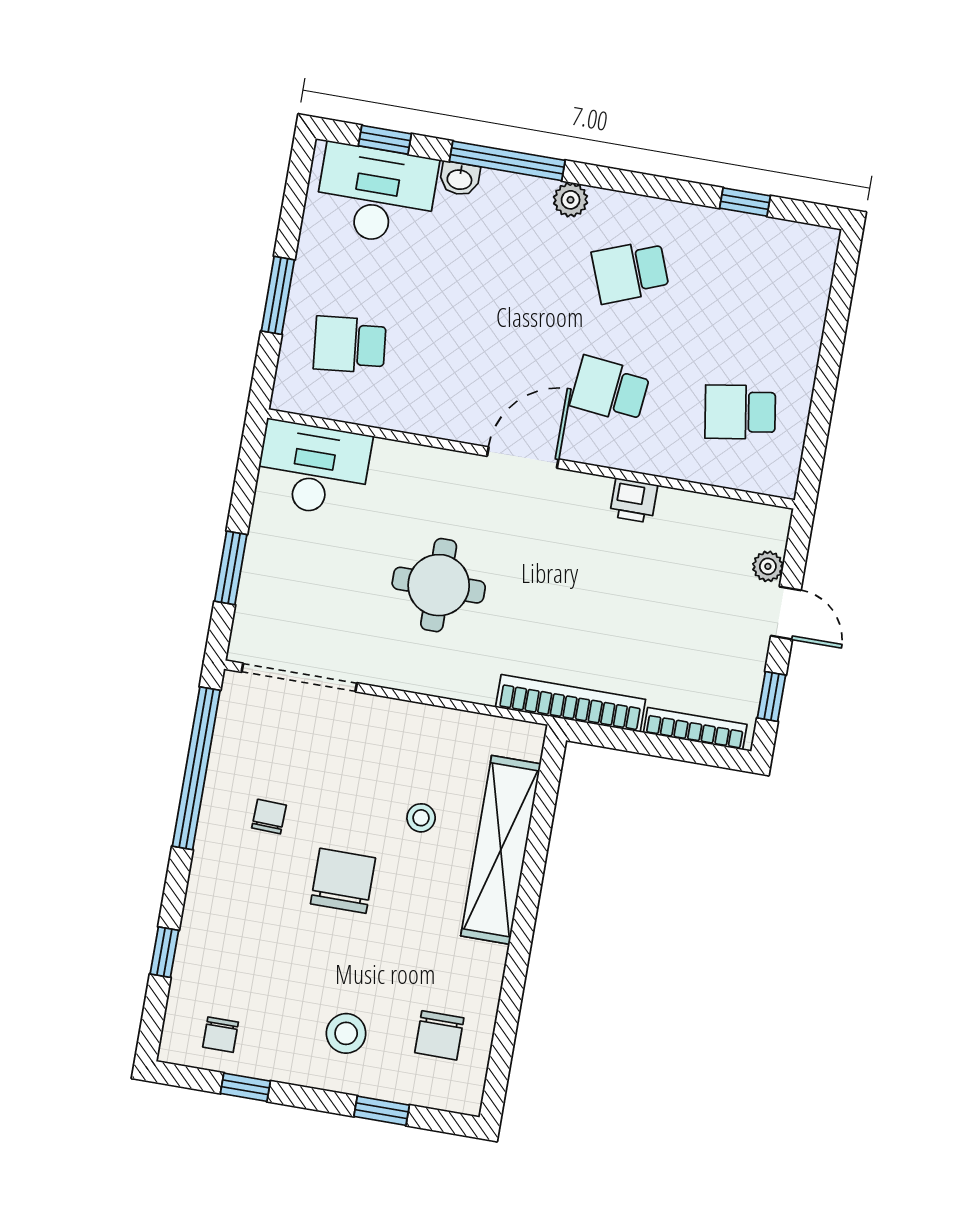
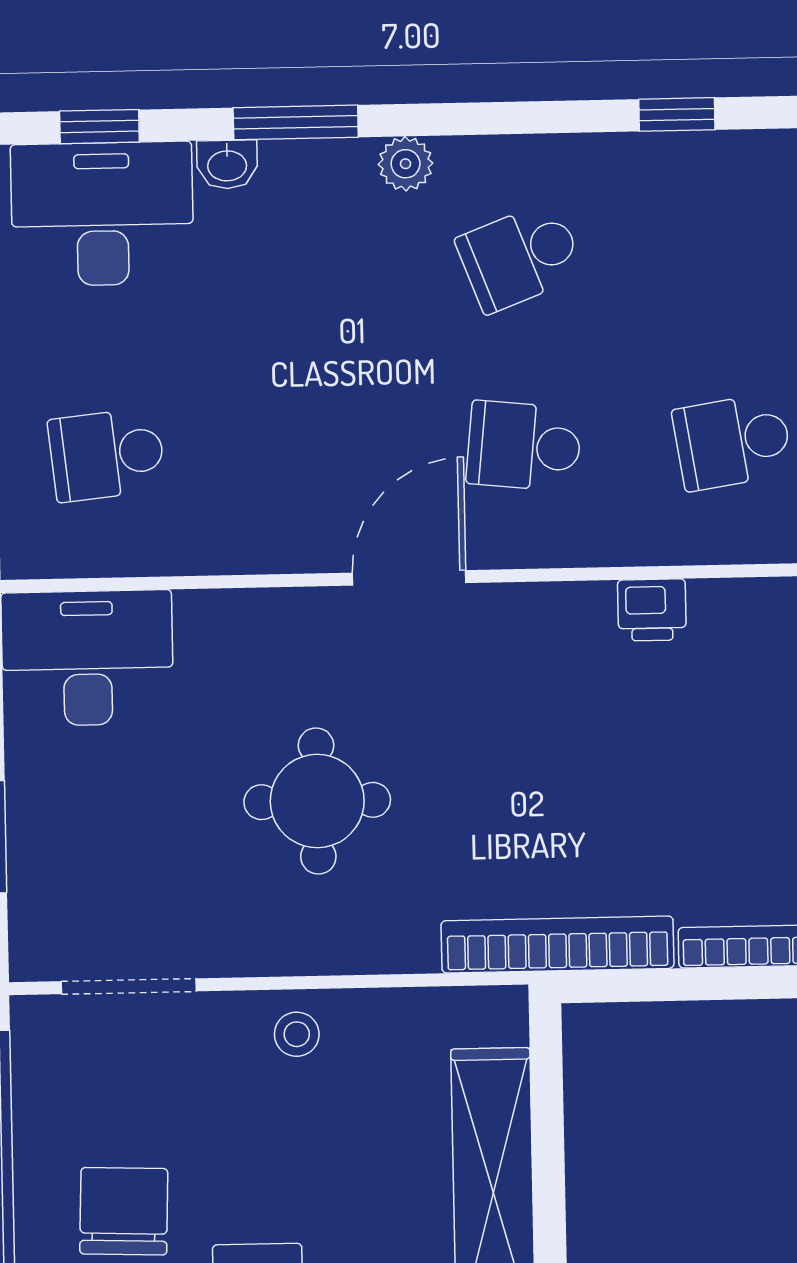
window: (507, 161) -> (296, 122), width x0.69
printer: (634, 501) -> (652, 610), moved
doorway: (299, 677) -> (129, 986), width x0.73
chair: (269, 817) -> (124, 1211), width x1.87, depth x1.87
stool: (421, 818) -> (297, 1034), moved

